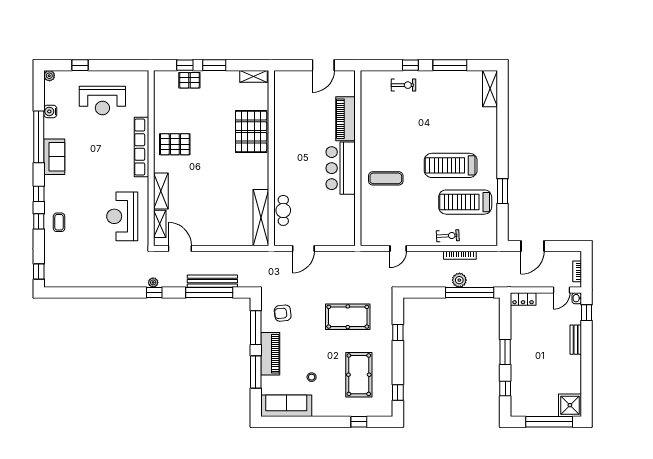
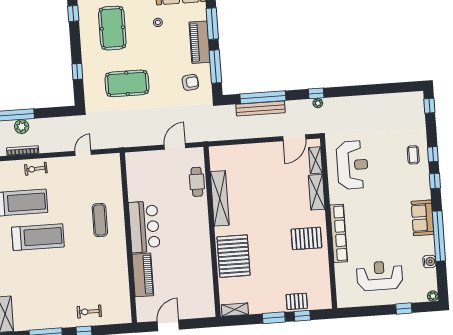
exercise mat: (386, 178) -> (100, 220), turned 90
shelving: (261, 218) -> (220, 198), moved
door: (180, 249) -> (294, 138), hinge flipped

